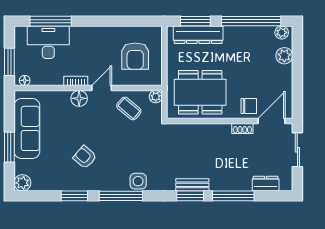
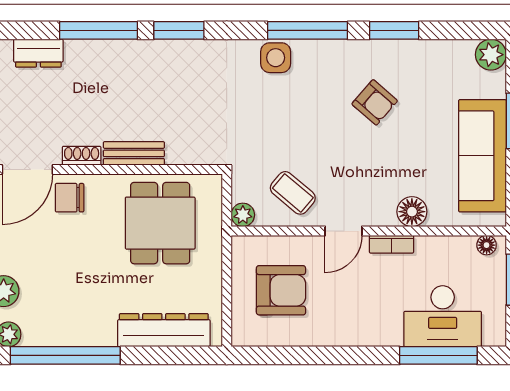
window: (195, 21) -> (169, 355), removed
armchair: (135, 56) -> (281, 290), turned 90
dining table: (200, 92) -> (160, 223), width x0.73
floor lamp: (79, 98) -> (412, 212), moved
bench: (192, 185) -> (134, 153), moved

